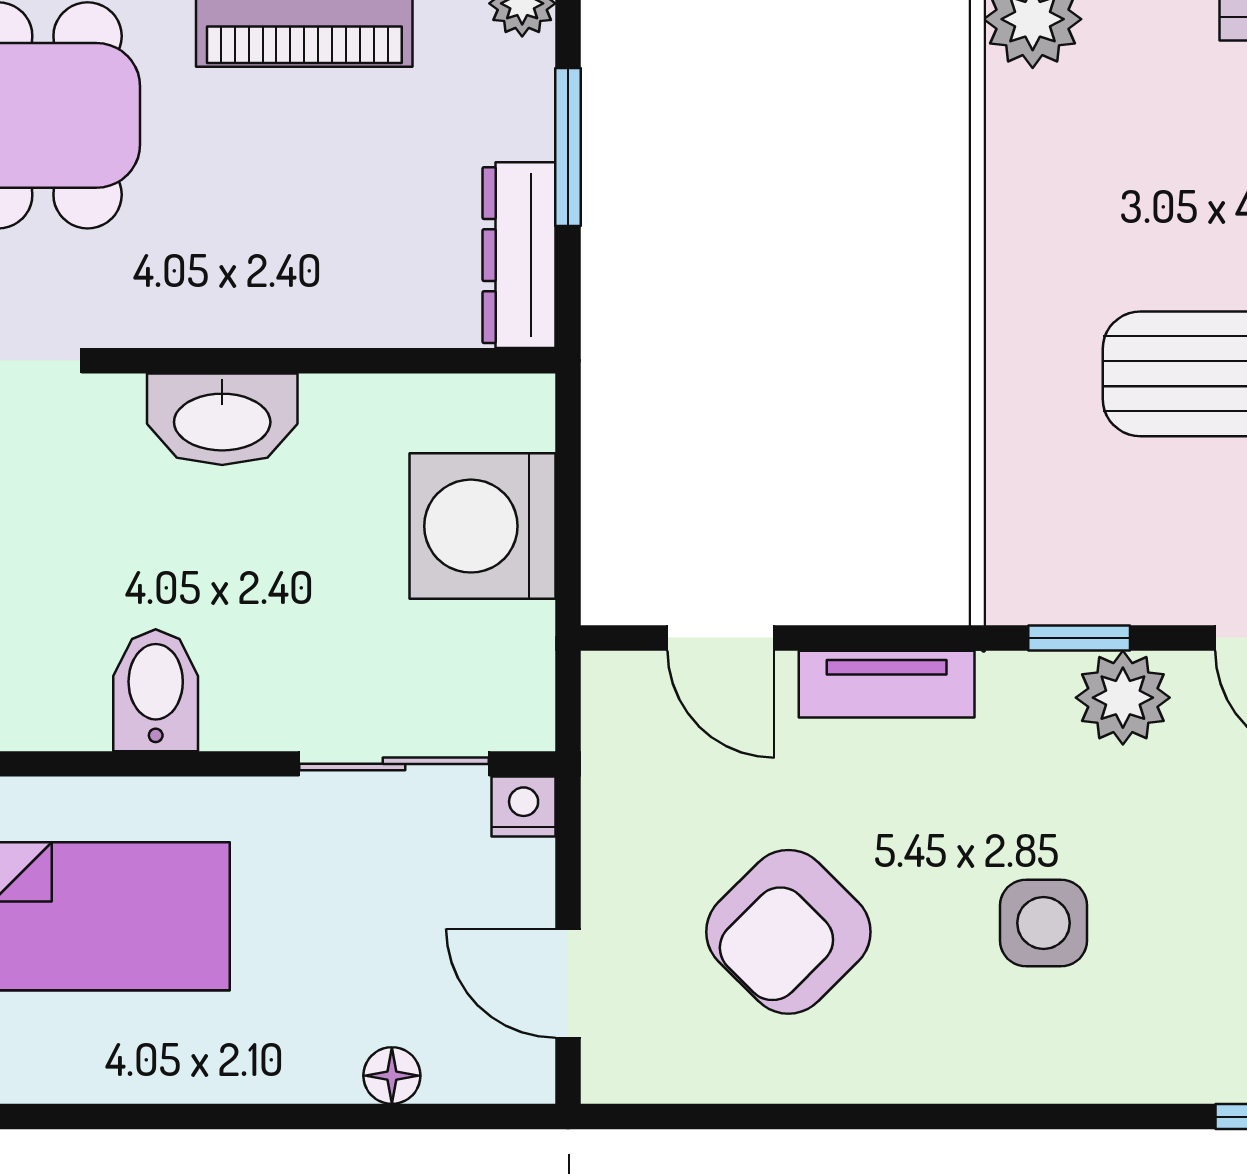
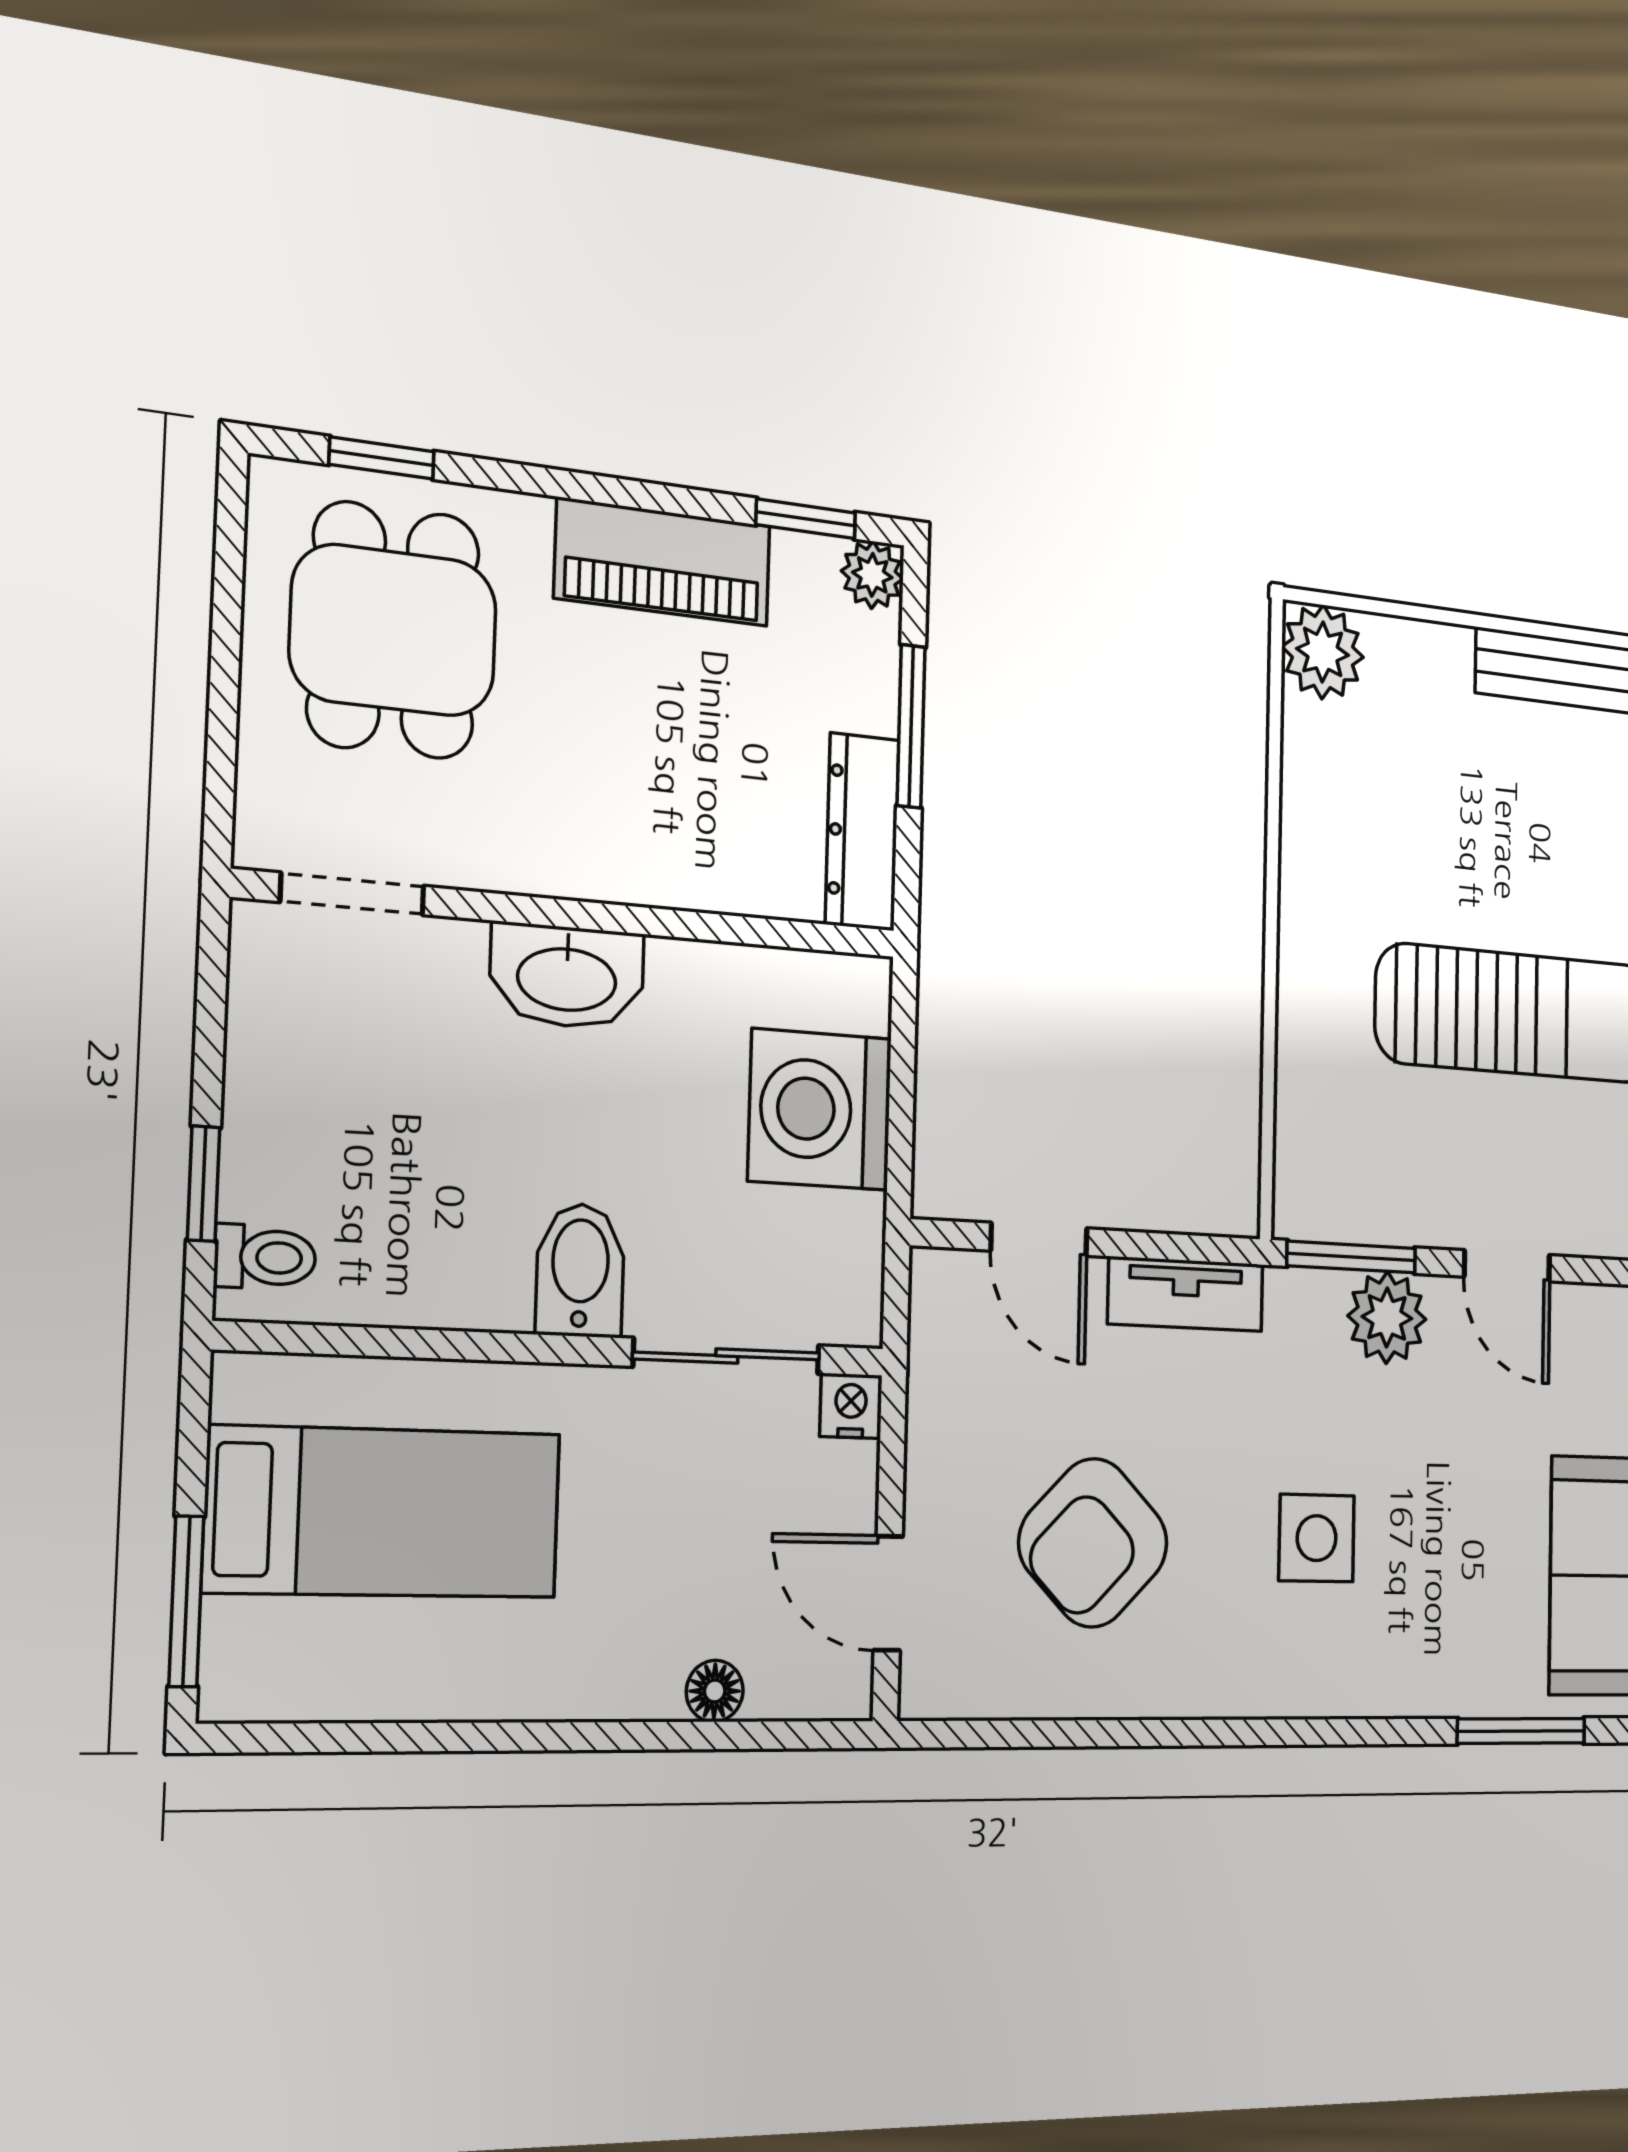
window: (1079, 638) -> (1351, 1257), width x1.50
bidet: (156, 690) -> (580, 1270), moved

